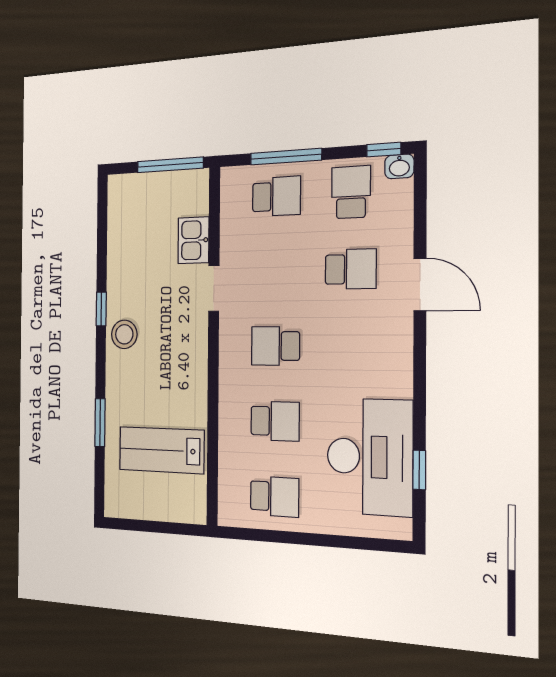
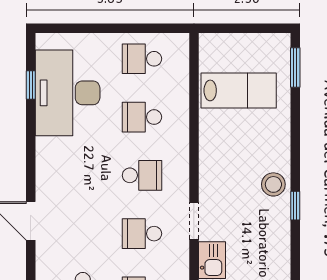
school desk: (351, 269) -> (142, 234), moved
window: (100, 423) -> (295, 67), moved

